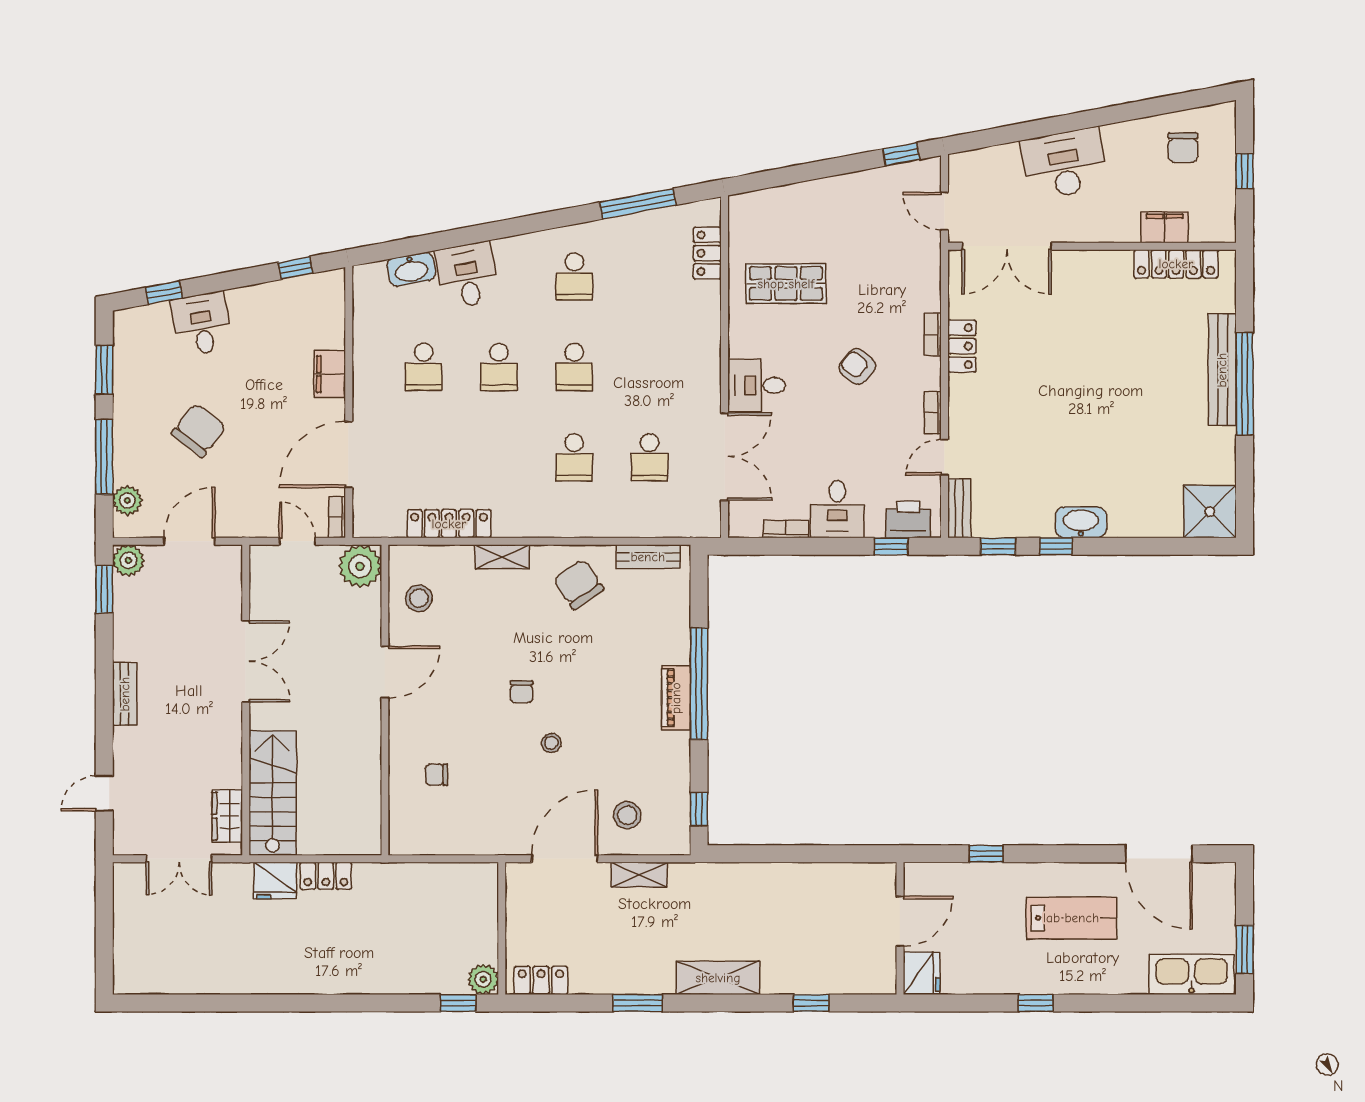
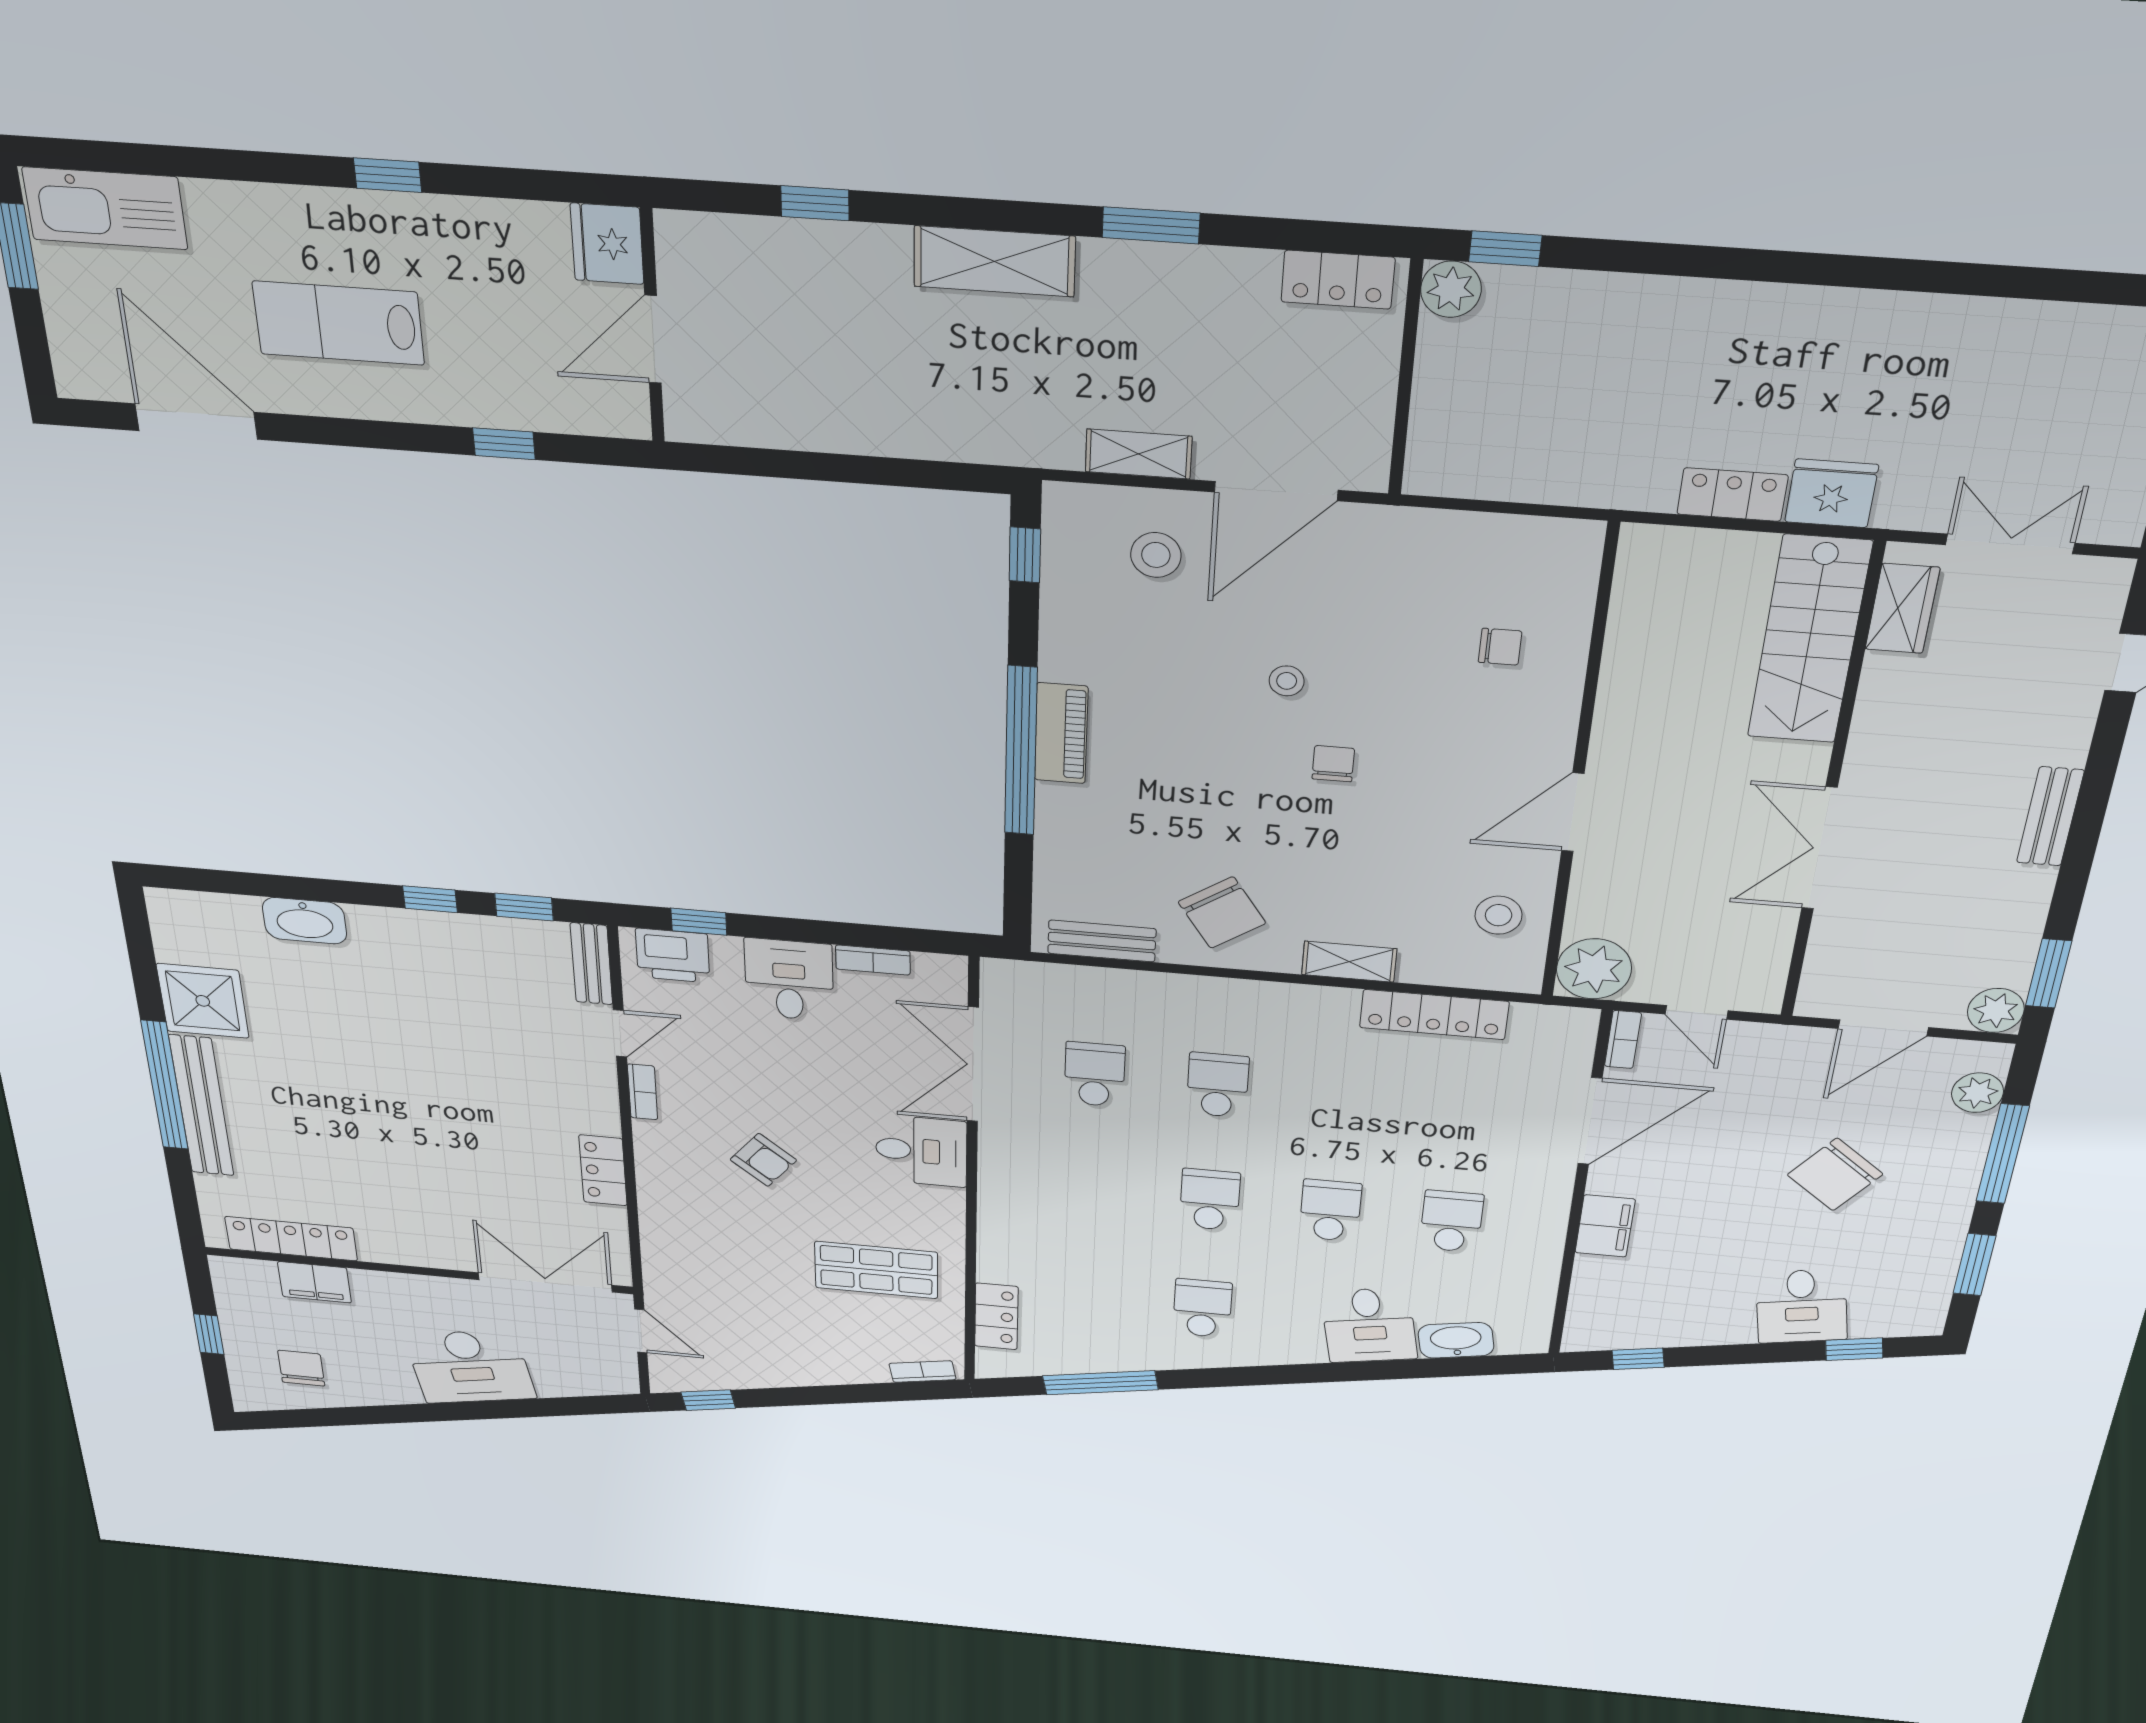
bookcase: (933, 335) -> (923, 1371), moved, turned -101
shower: (1210, 512) -> (203, 1001), moved
washbasin: (1081, 522) -> (305, 921), moved

